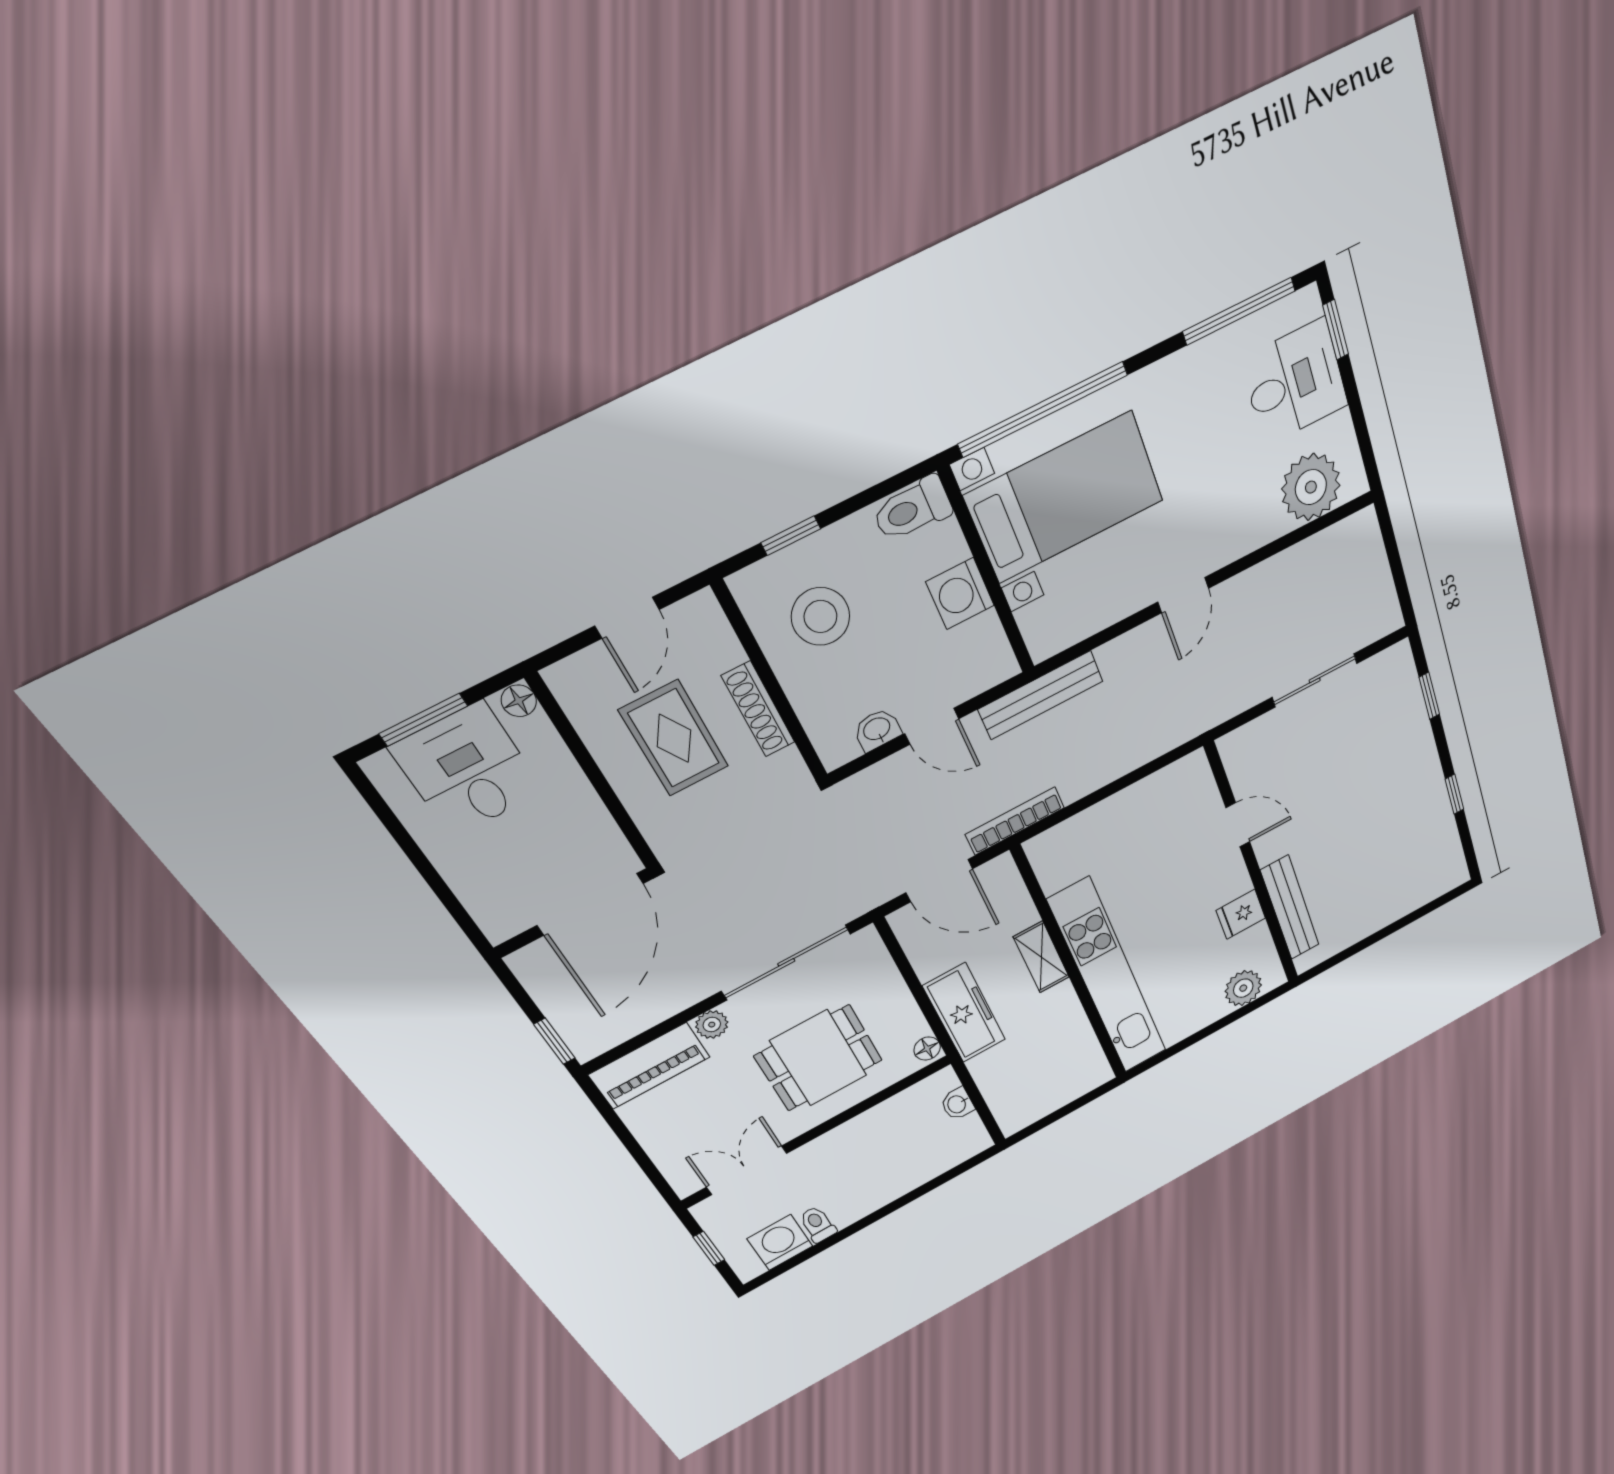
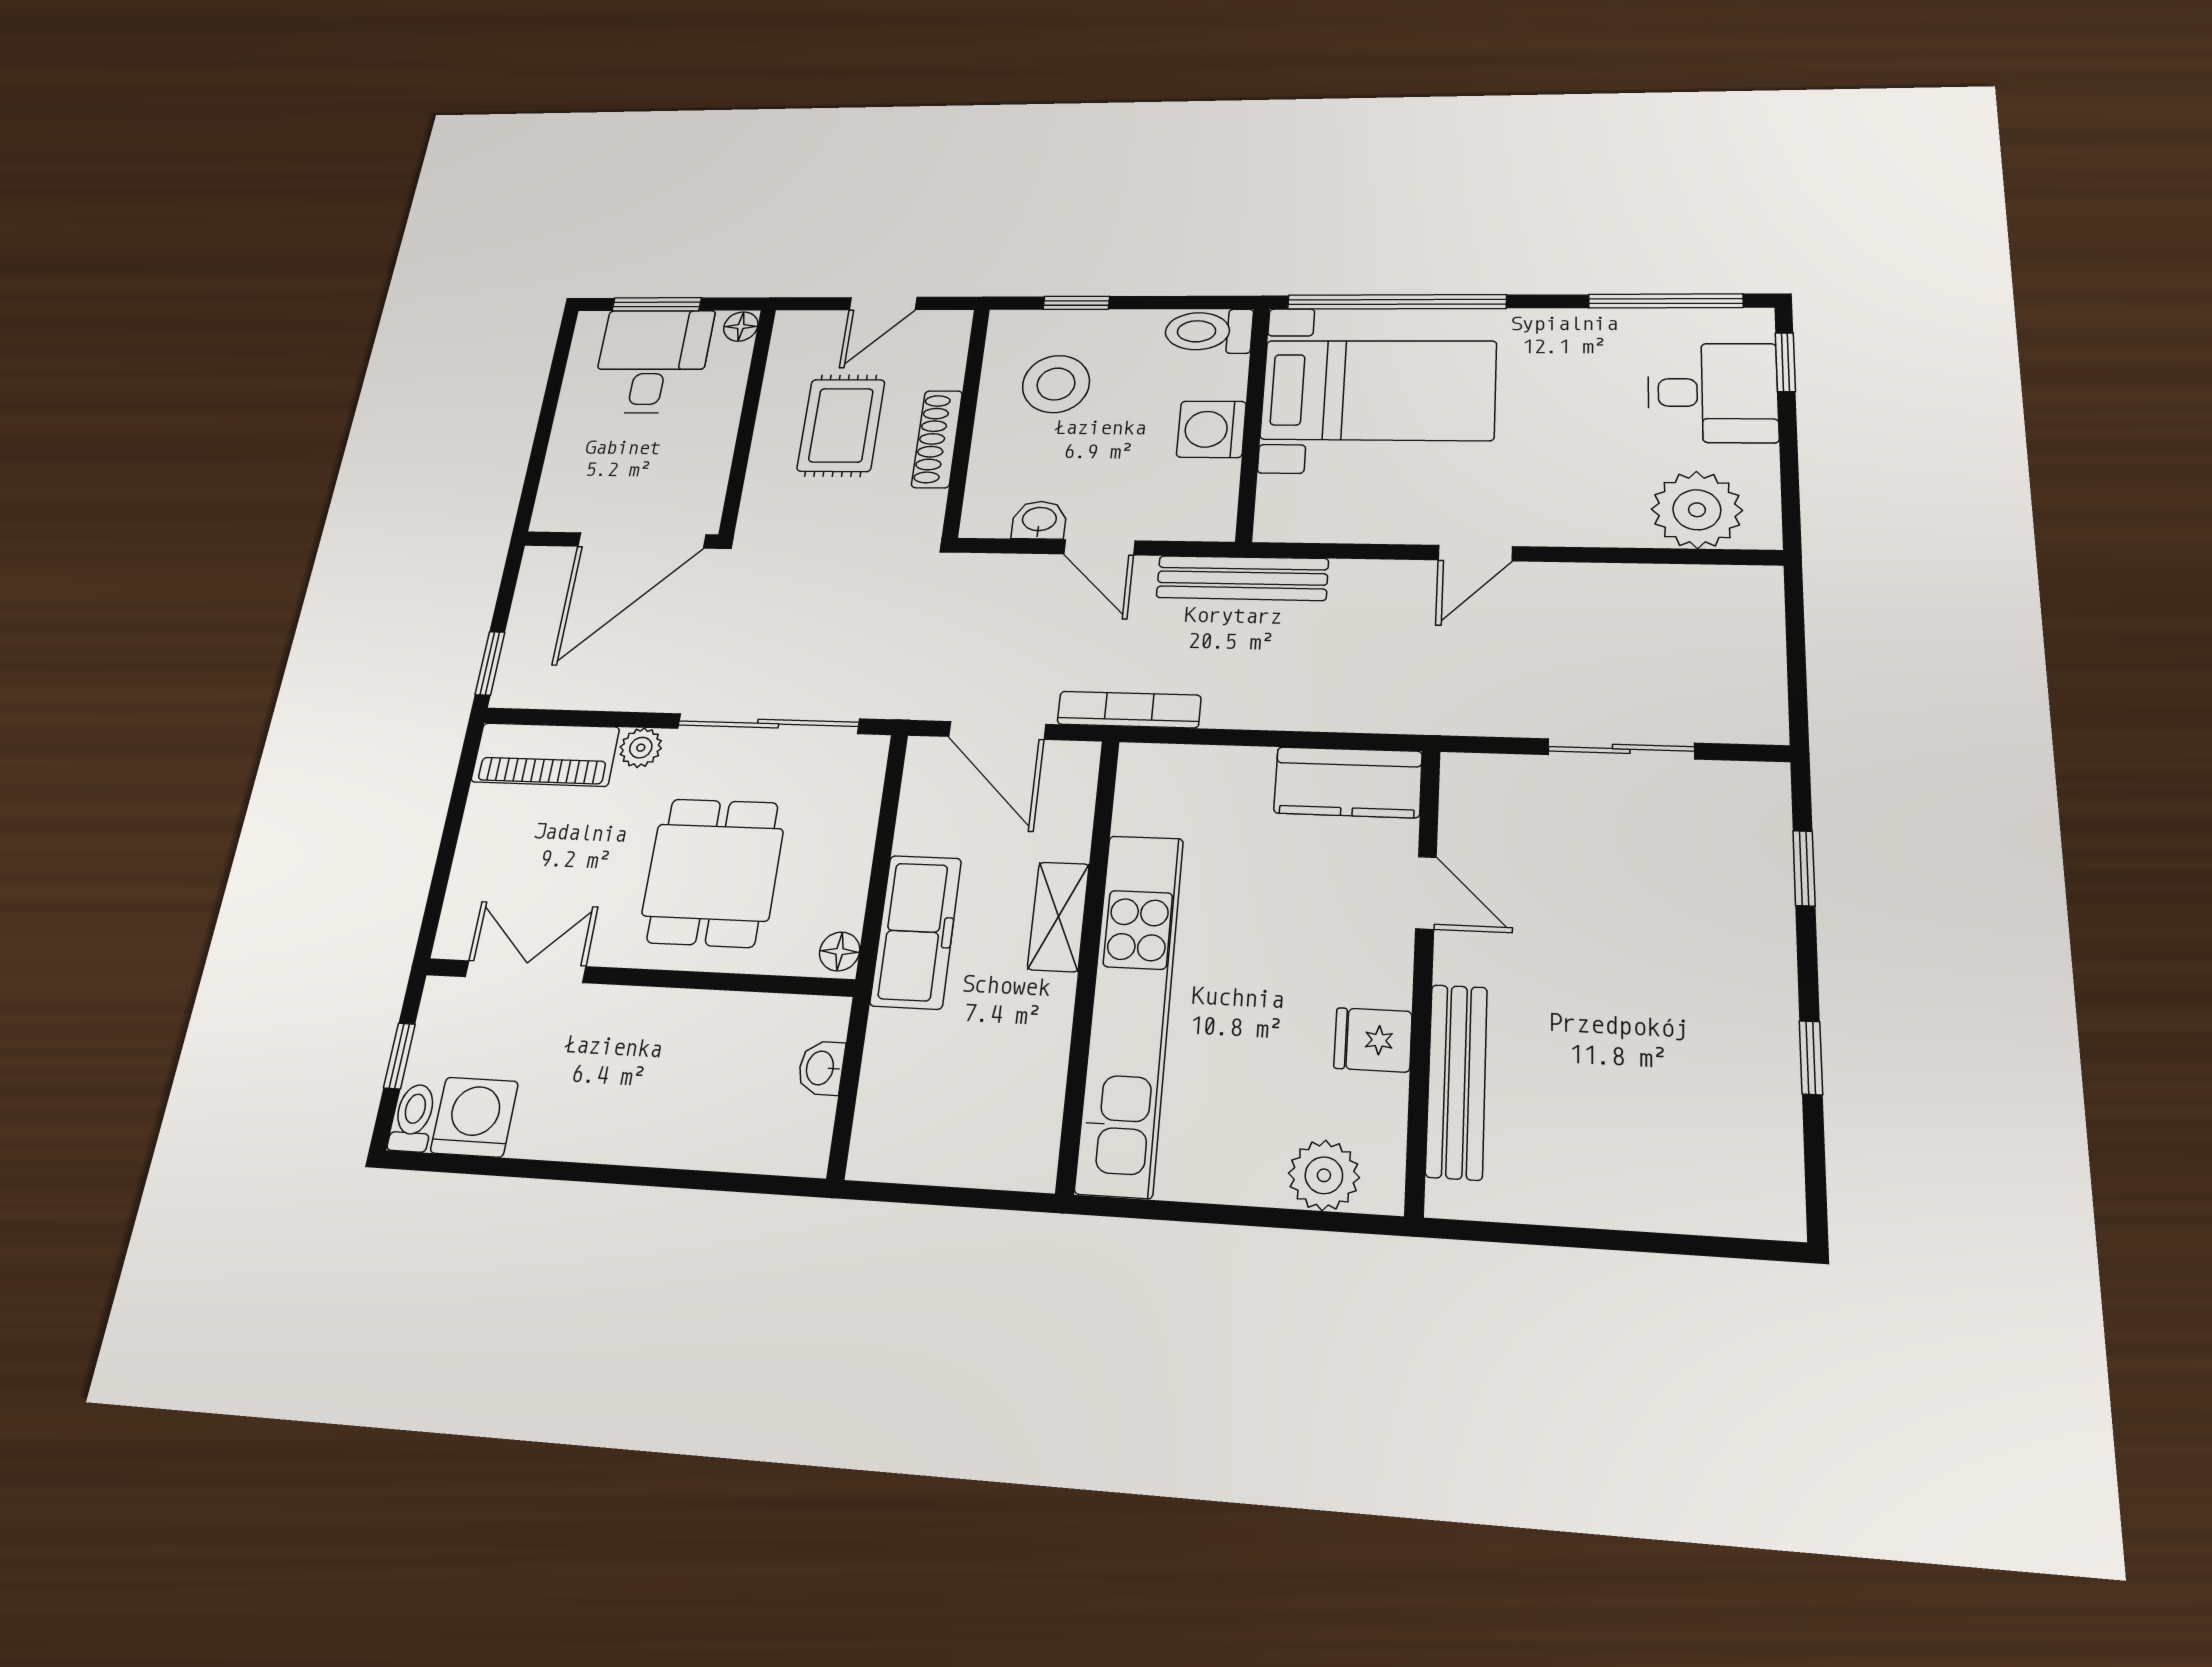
kitchen counter: (1168, 789) -> (1348, 782), added
dining table: (819, 1058) -> (713, 872), turned 90
toilet: (818, 1224) -> (413, 1118), moved

